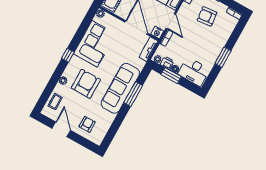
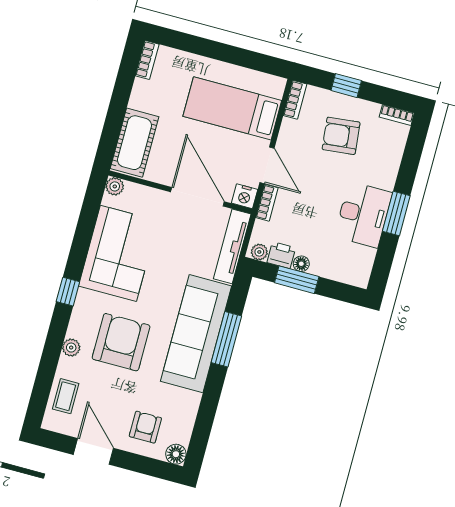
tv unit: (149, 49) -> (232, 246), width x1.41
desk: (194, 72) -> (363, 215), moved, turned -90
floor lamp: (98, 140) -> (176, 454), added

